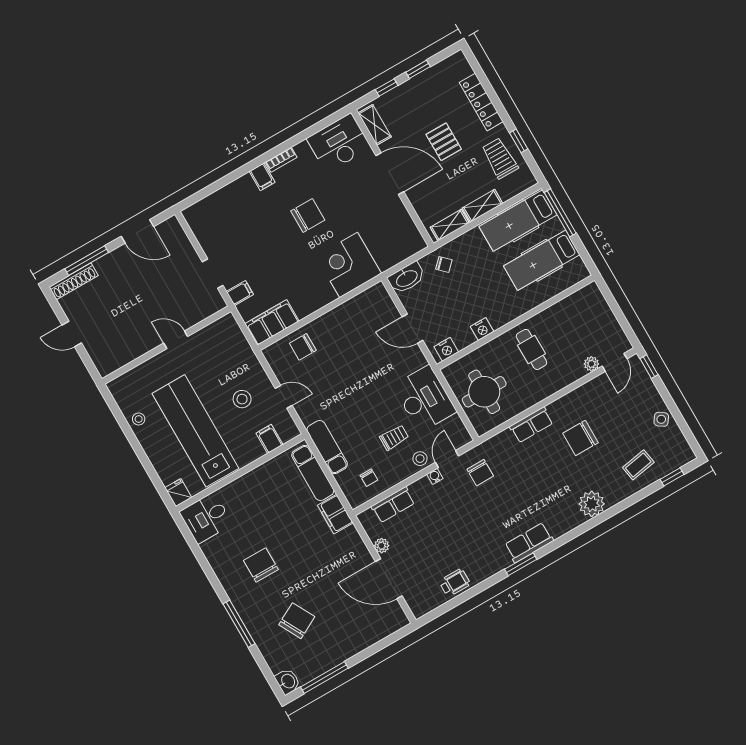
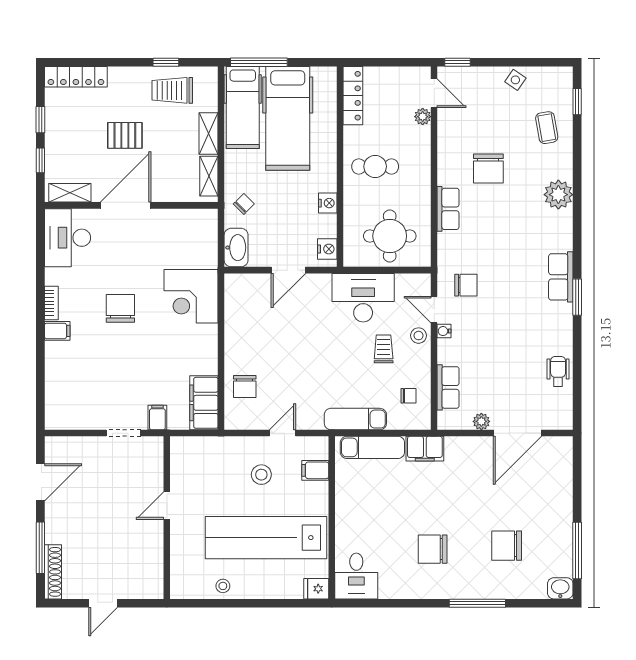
locker: (481, 102) -> (76, 77), moved
hospital bed: (542, 260) -> (288, 118), width x1.37, depth x1.29
locker: (576, 301) -> (353, 96), added
chair: (297, 621) -> (507, 546), turned -62

